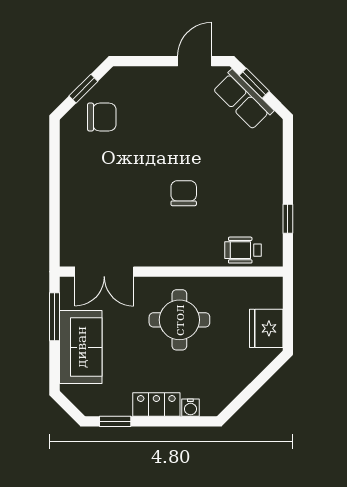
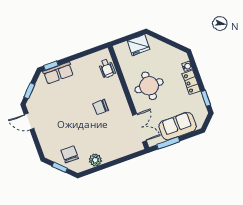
row of seats: (243, 100) -> (58, 73), moved, turned 45
plant: (73, 163) -> (95, 160), added
chair: (184, 193) -> (101, 107), moved
window: (288, 219) -> (51, 66), moved

